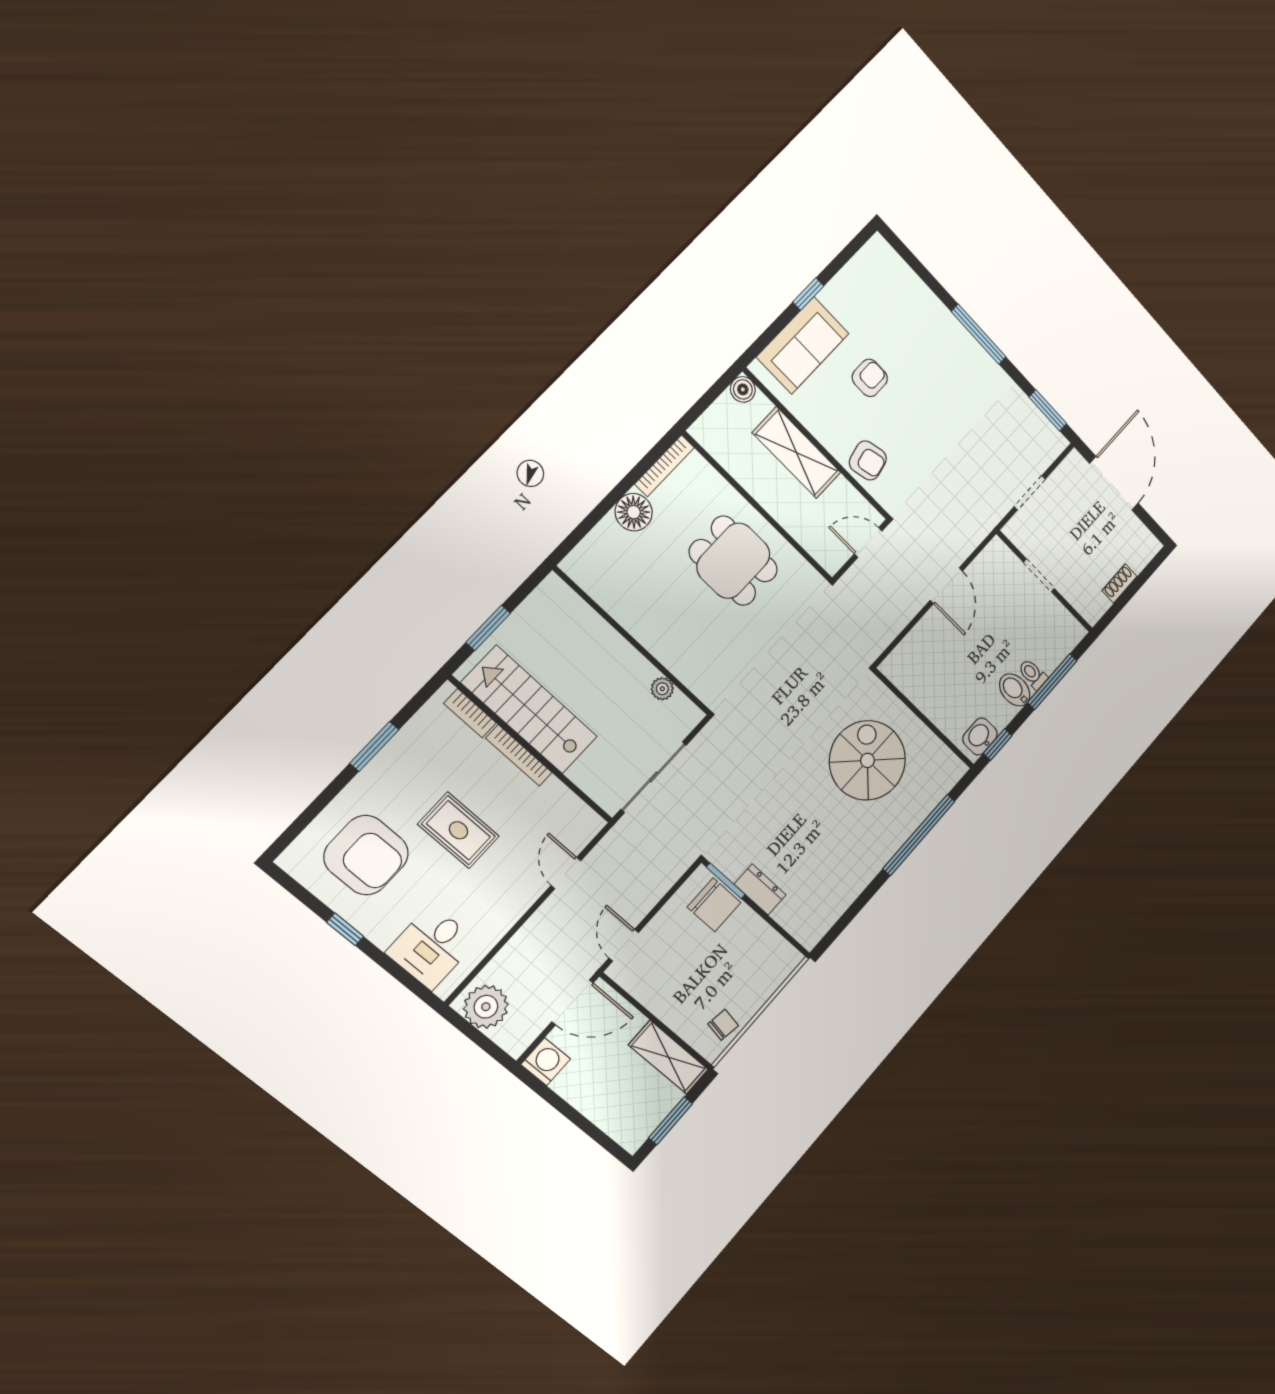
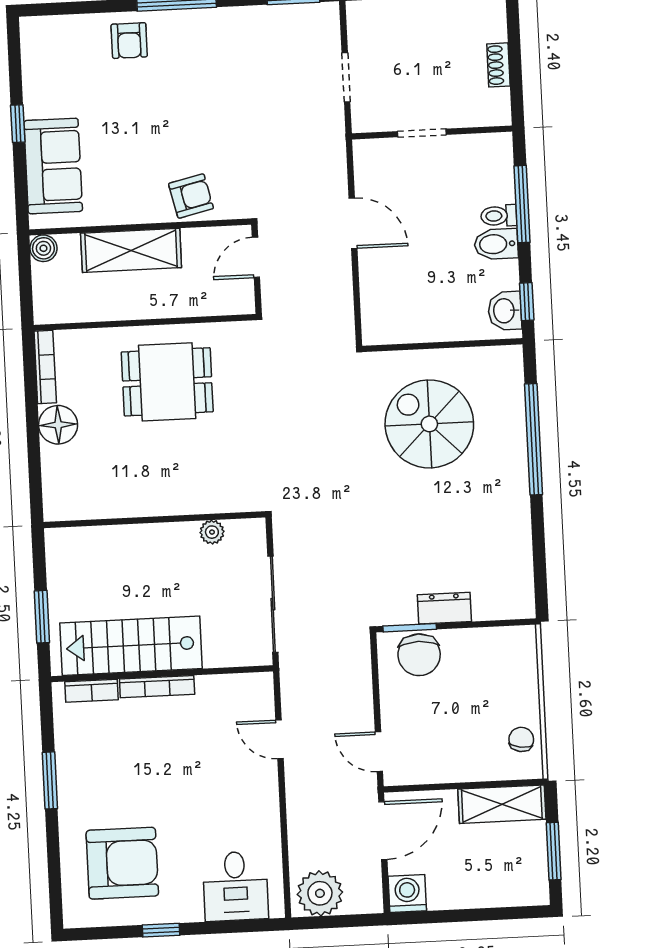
armchair: (870, 378) -> (129, 41), moved, turned 180
rug: (458, 830) -> (169, 783), removed
chair: (714, 905) -> (419, 655), turned 90

